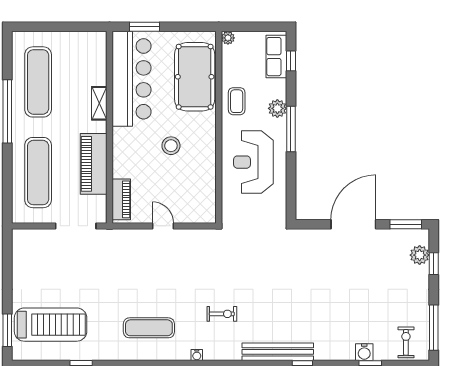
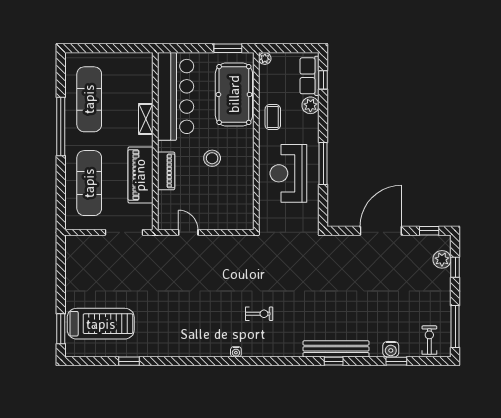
window: (144, 27) -> (228, 48), moved
plant: (277, 108) -> (310, 105), moved
window: (291, 129) -> (323, 164), moved
piano: (121, 199) -> (166, 171), moved
window: (406, 224) -> (429, 231), width x0.67
door: (163, 226) -> (188, 232), moved
exercise mat: (149, 328) -> (192, 327), removed
bench: (278, 352) -> (336, 349), moved

